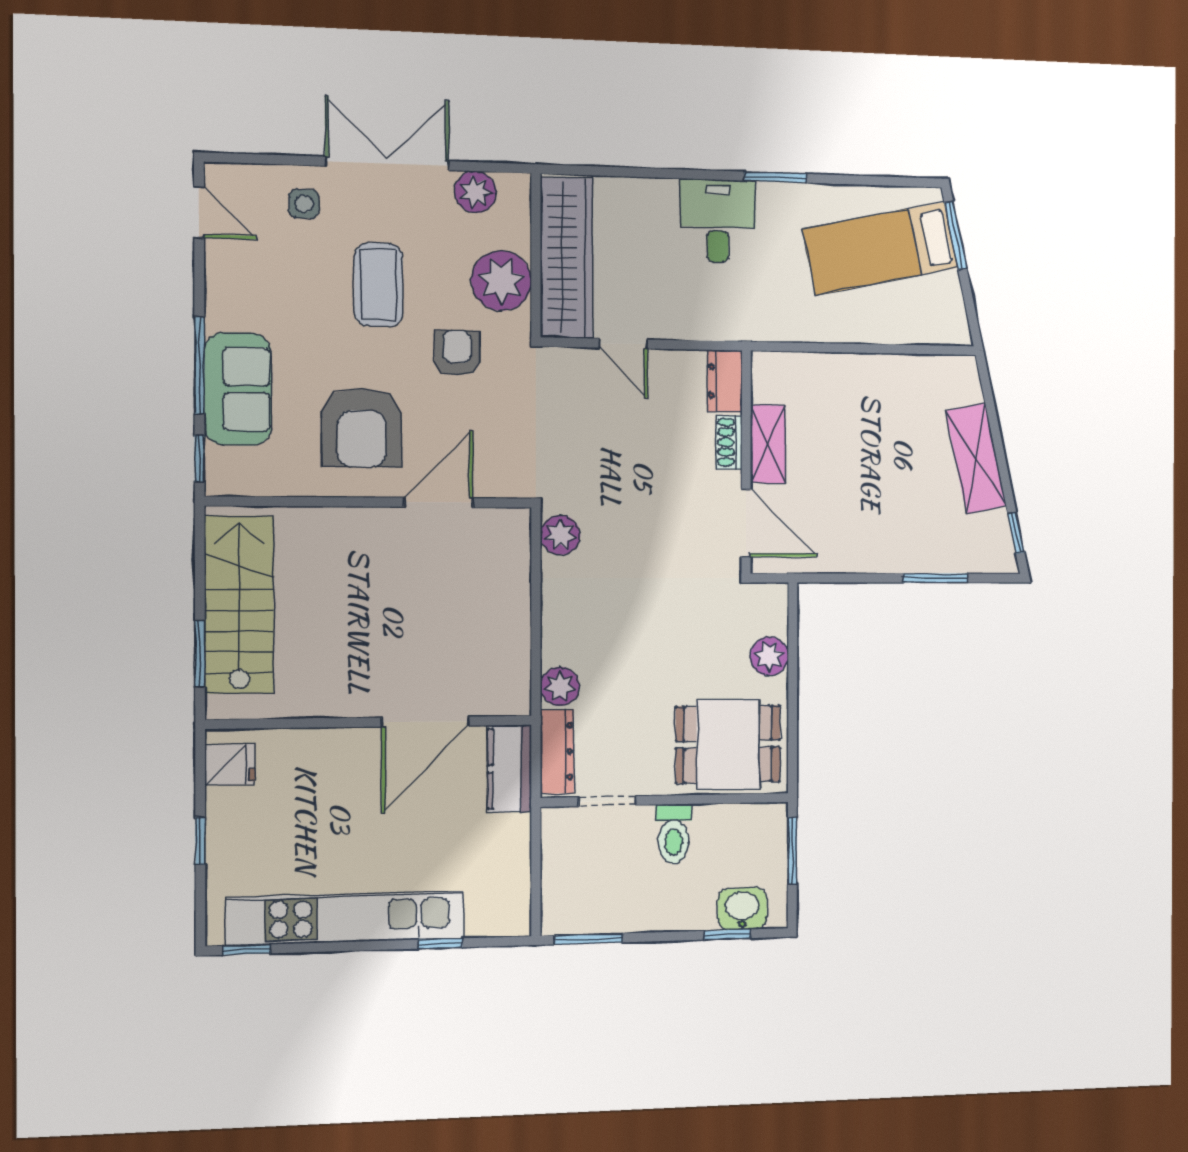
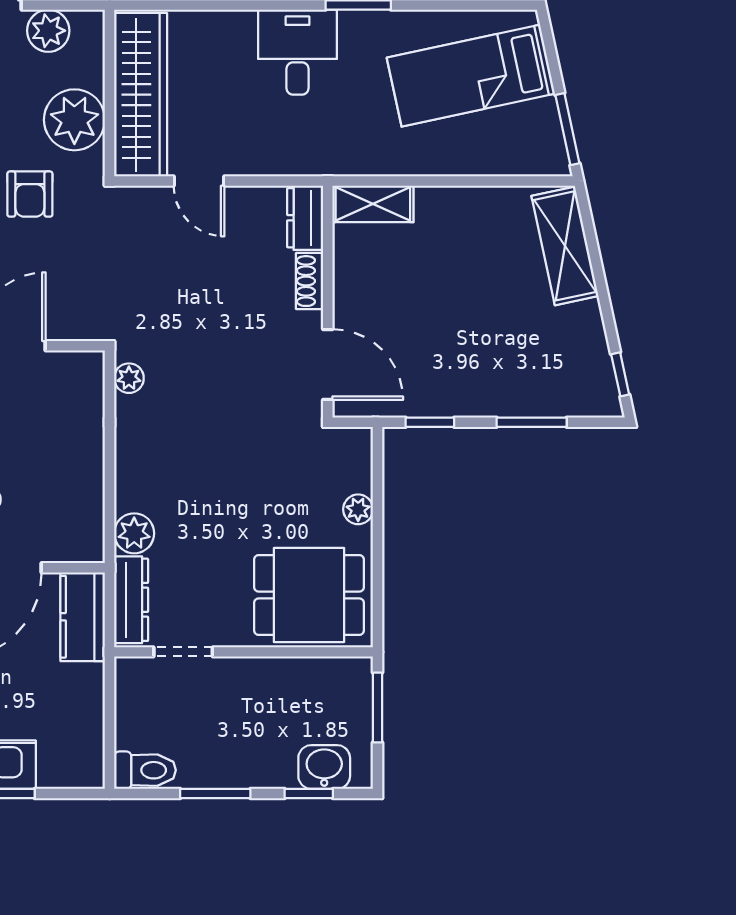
window: (956, 235) -> (567, 129), moved
armchair: (457, 353) -> (30, 194), turned 180
shelving: (768, 444) -> (373, 204), moved, turned 90
shelving: (976, 458) -> (565, 246), moved
plant: (560, 535) -> (129, 378), width x0.73, depth x0.73
window: (842, 578) -> (430, 422), added
plant: (769, 656) -> (358, 509), width x0.73, depth x0.73
toilet: (674, 834) -> (145, 770), moved, turned -90
window: (588, 939) -> (215, 793), moved

